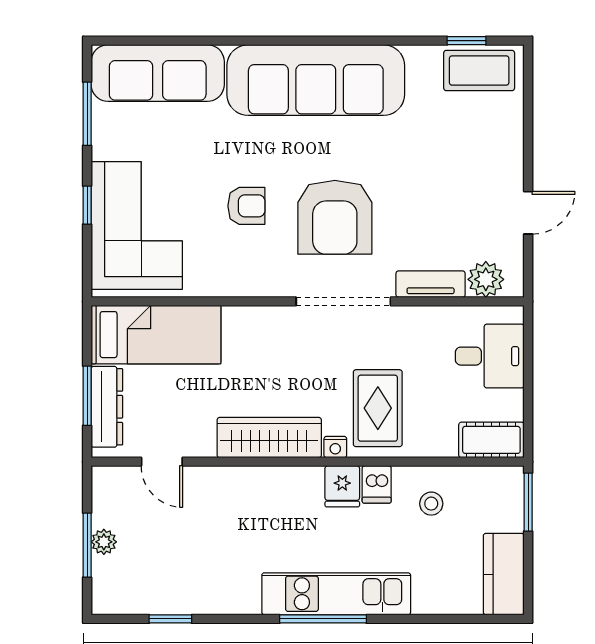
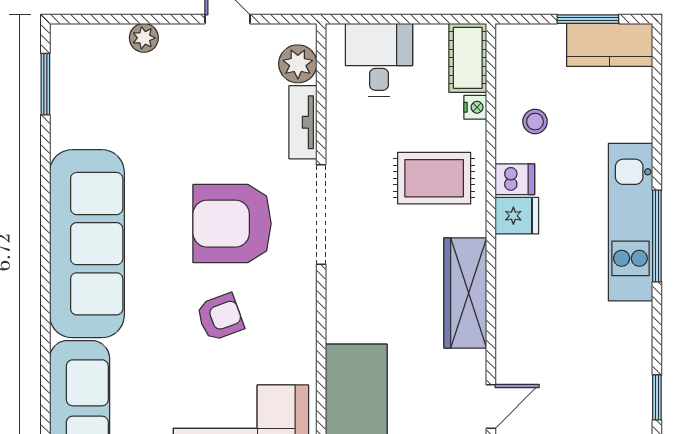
window: (467, 41) -> (45, 84), width x1.50
coffee table: (479, 70) -> (77, 71), removed
plant: (510, 134) -> (144, 38), added
armchair: (246, 206) -> (220, 317), turned 70
armchair: (335, 217) -> (232, 224), turned 180
nightstand: (335, 447) -> (475, 107), moved
window: (528, 502) -> (588, 19), moved

